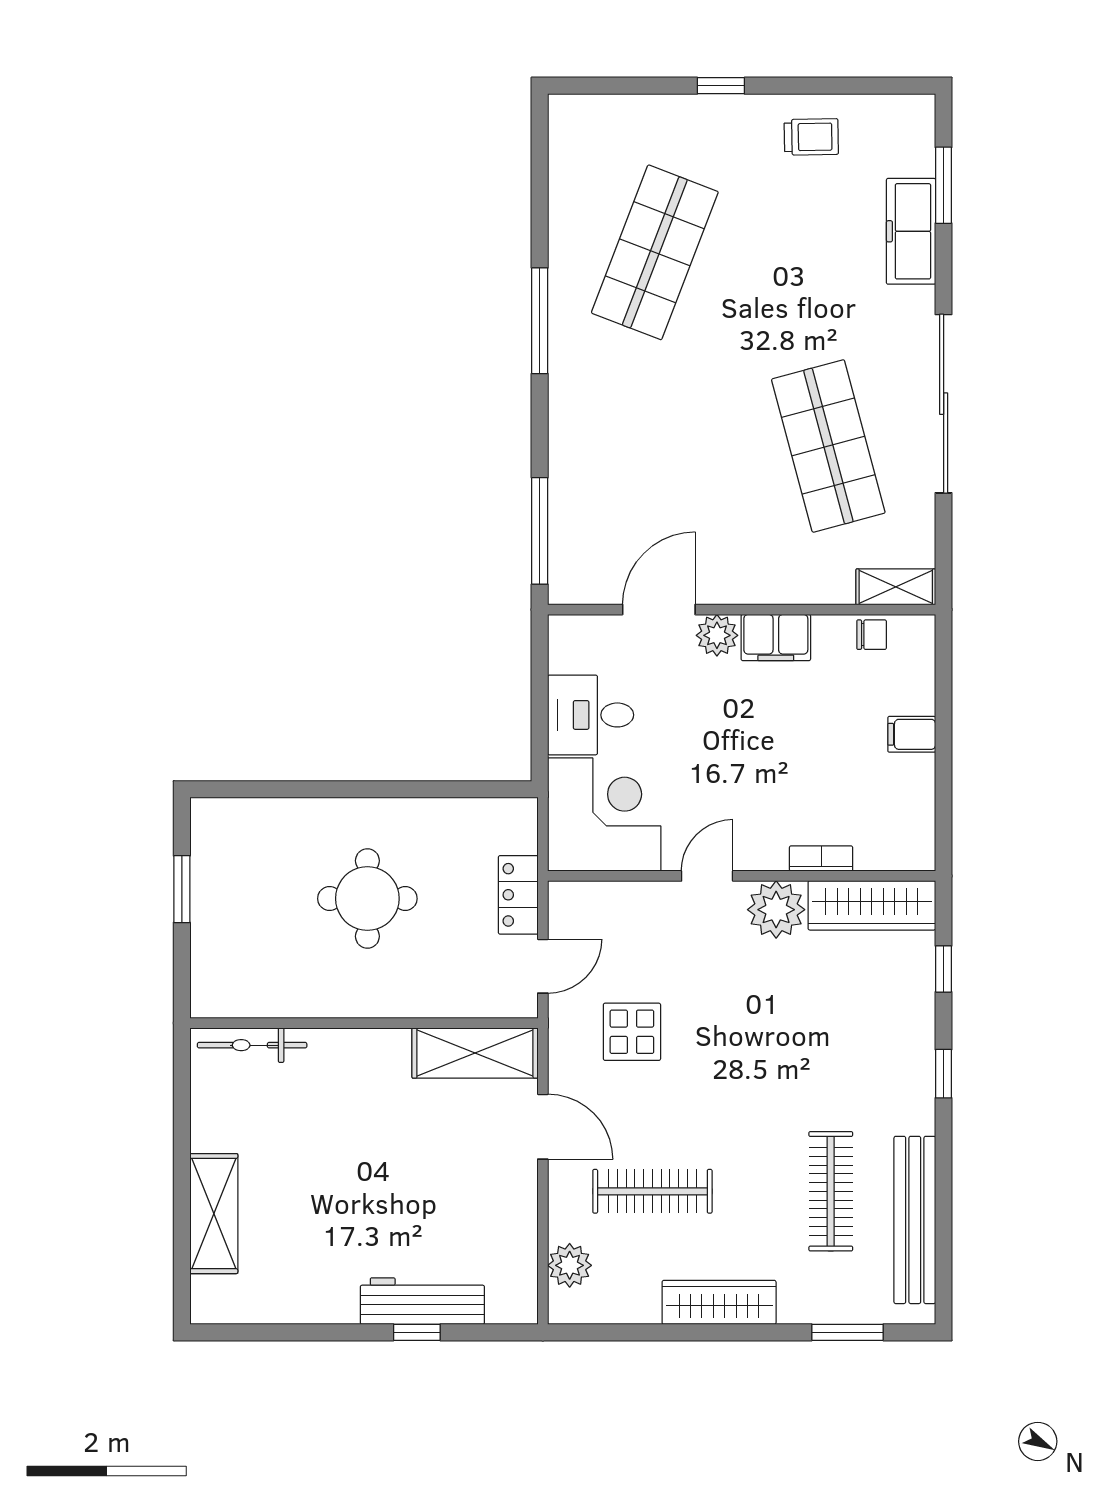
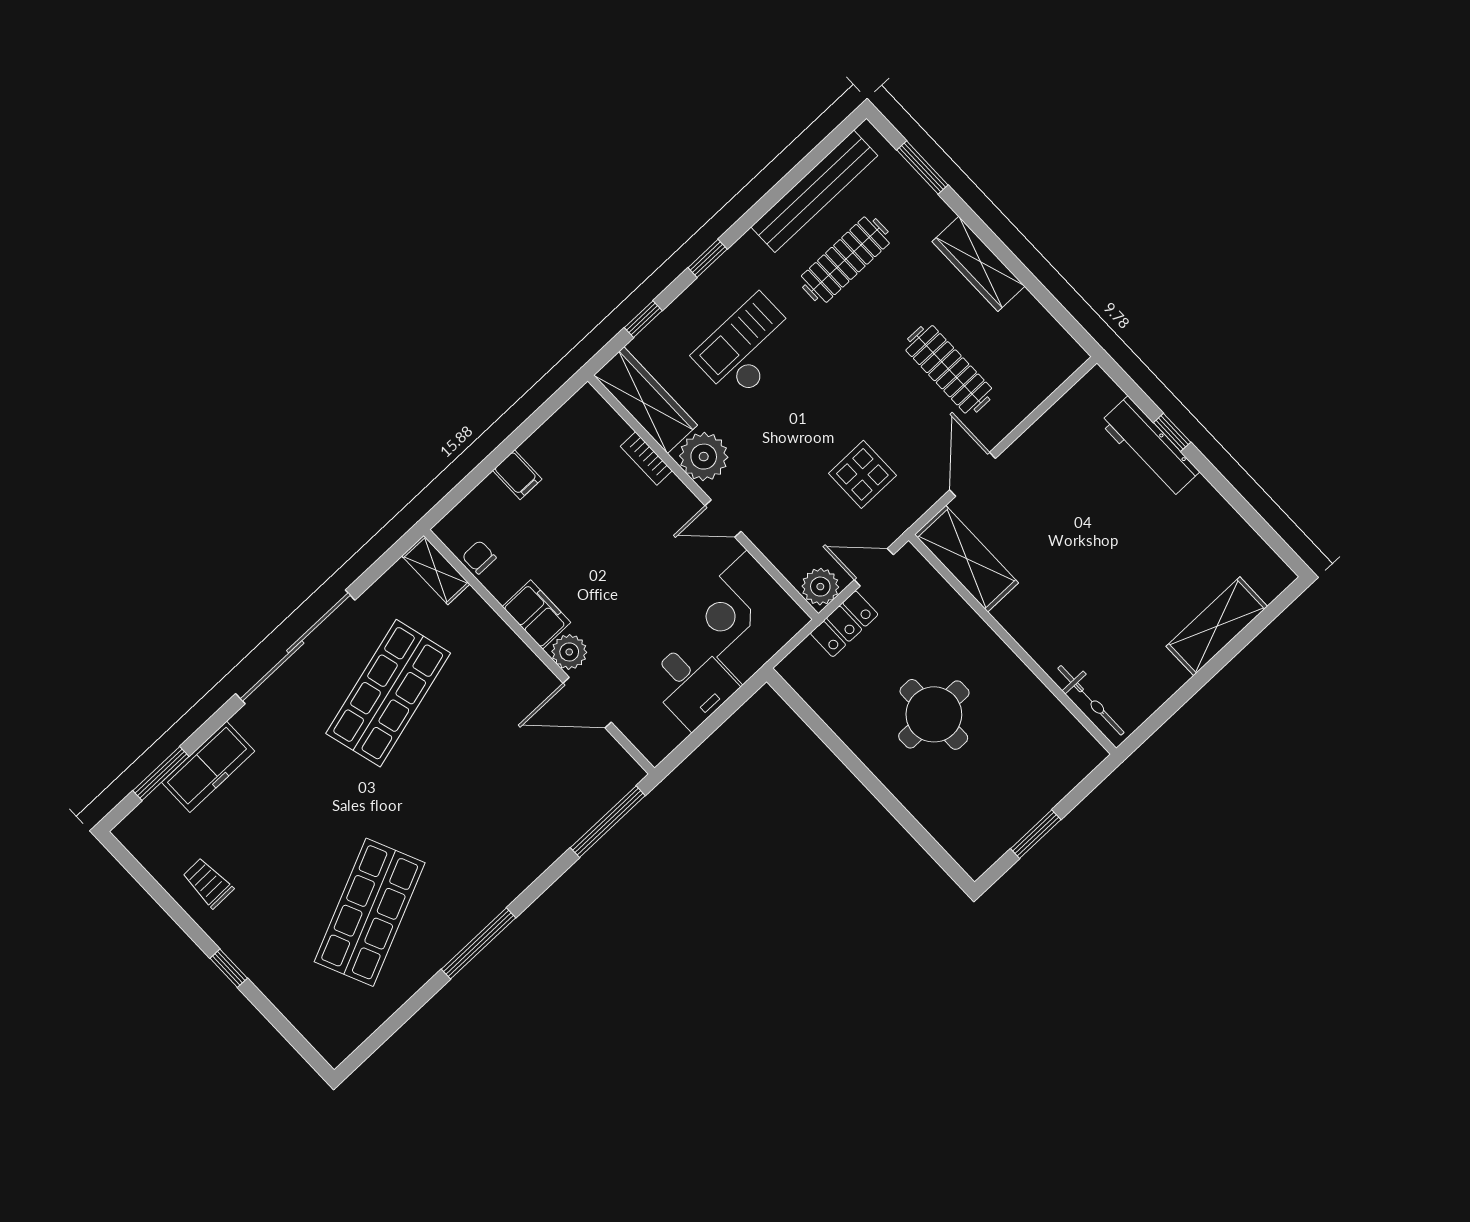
shop shelf: (655, 252) -> (370, 912), turned -45
checkout: (835, 1036) -> (747, 347), added
plant: (570, 1265) -> (820, 587), moved

